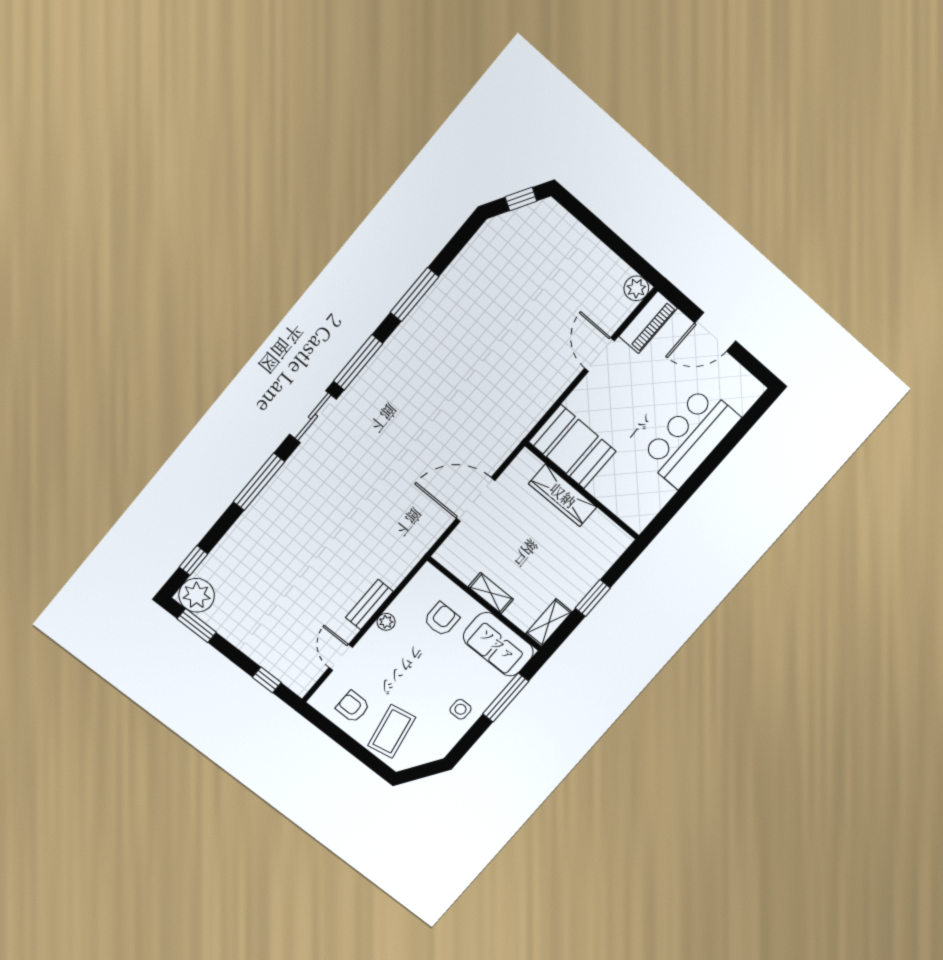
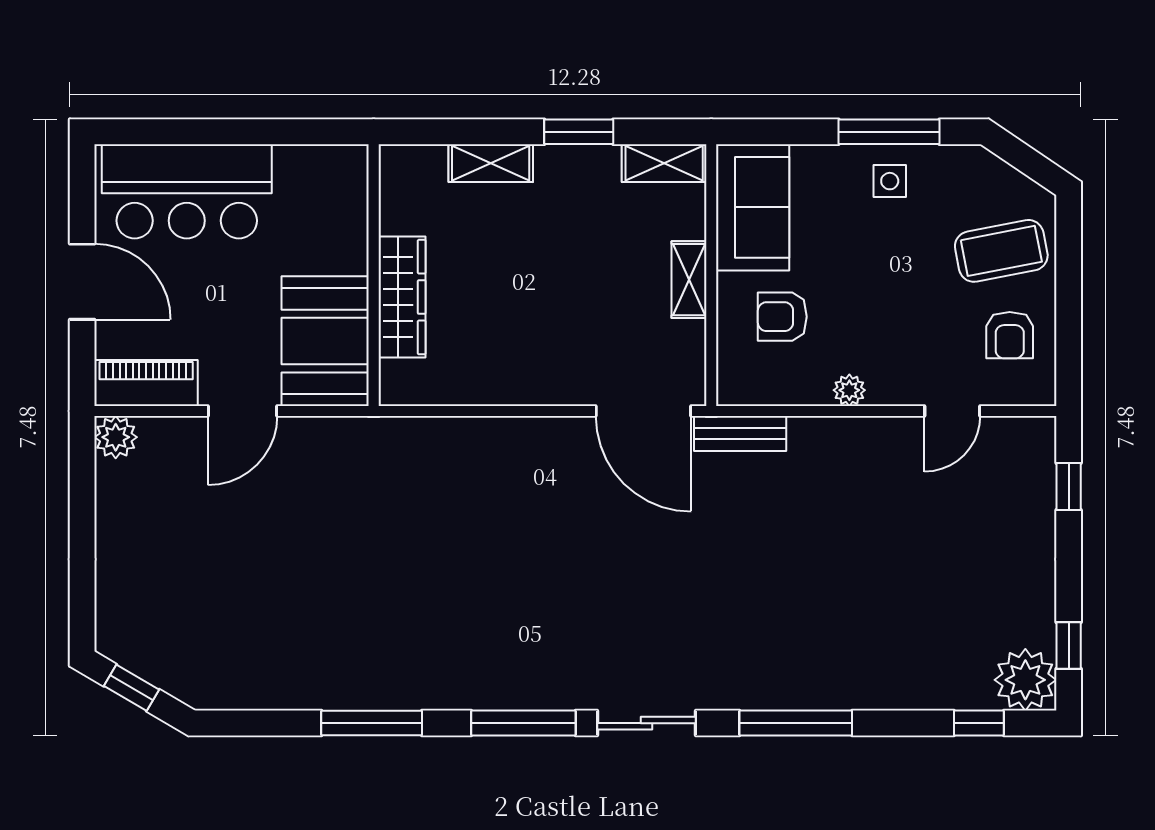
bar counter: (690, 437) -> (187, 191), moved
booth: (572, 447) -> (325, 341), moved
wall: (582, 491) -> (374, 275), moved
wardrobe: (563, 495) -> (402, 297), moved
door: (476, 499) -> (643, 411), moved
shelving: (612, 550) -> (491, 163), added
bench: (369, 605) -> (740, 433), moved
window: (197, 626) -> (1069, 645), width x0.67
window: (506, 698) -> (889, 132), moved

